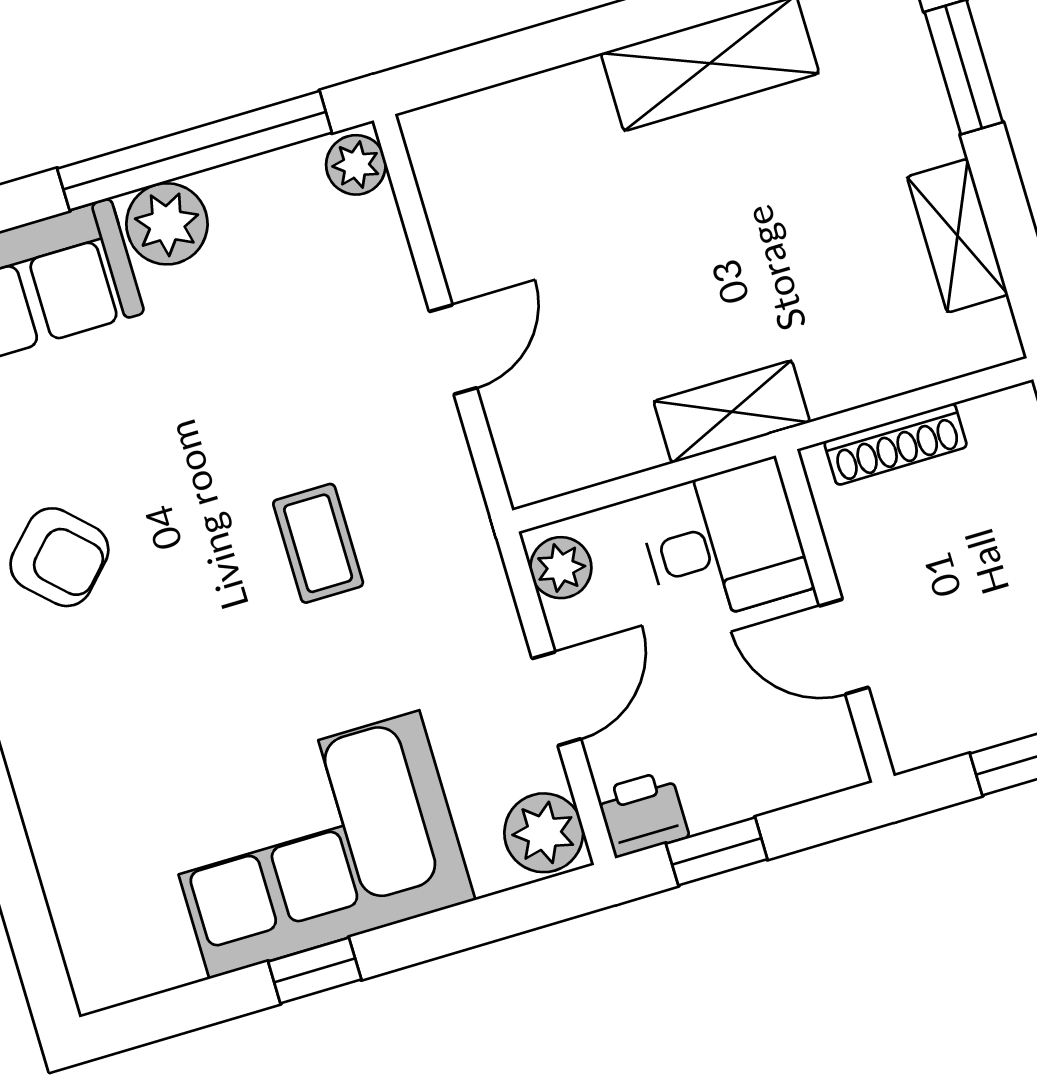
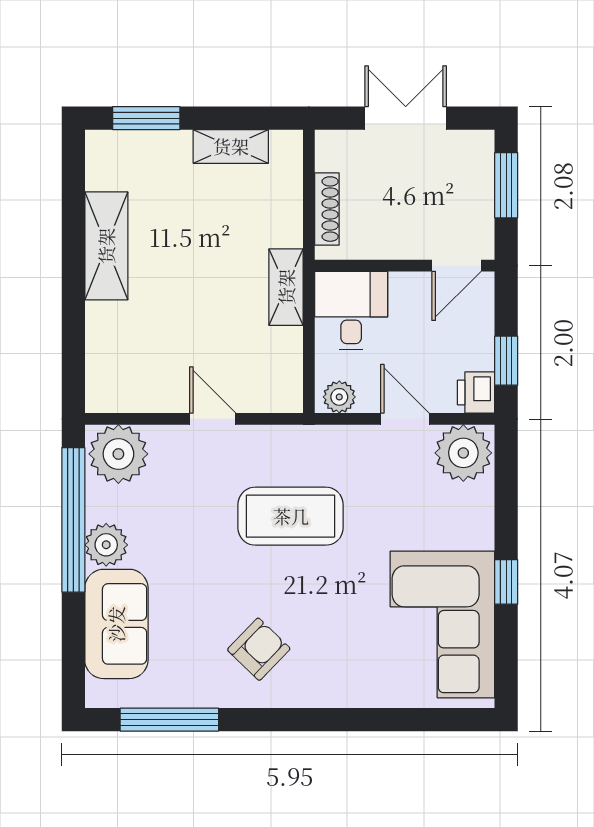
plant: (356, 165) -> (118, 454), width x1.88, depth x1.88
coffee table: (318, 543) -> (291, 516), width x1.86, depth x1.72
door: (844, 647) -> (457, 266), moved
plant: (544, 833) -> (463, 453), width x1.36, depth x1.36
corner sofa: (314, 845) -> (442, 624), moved

